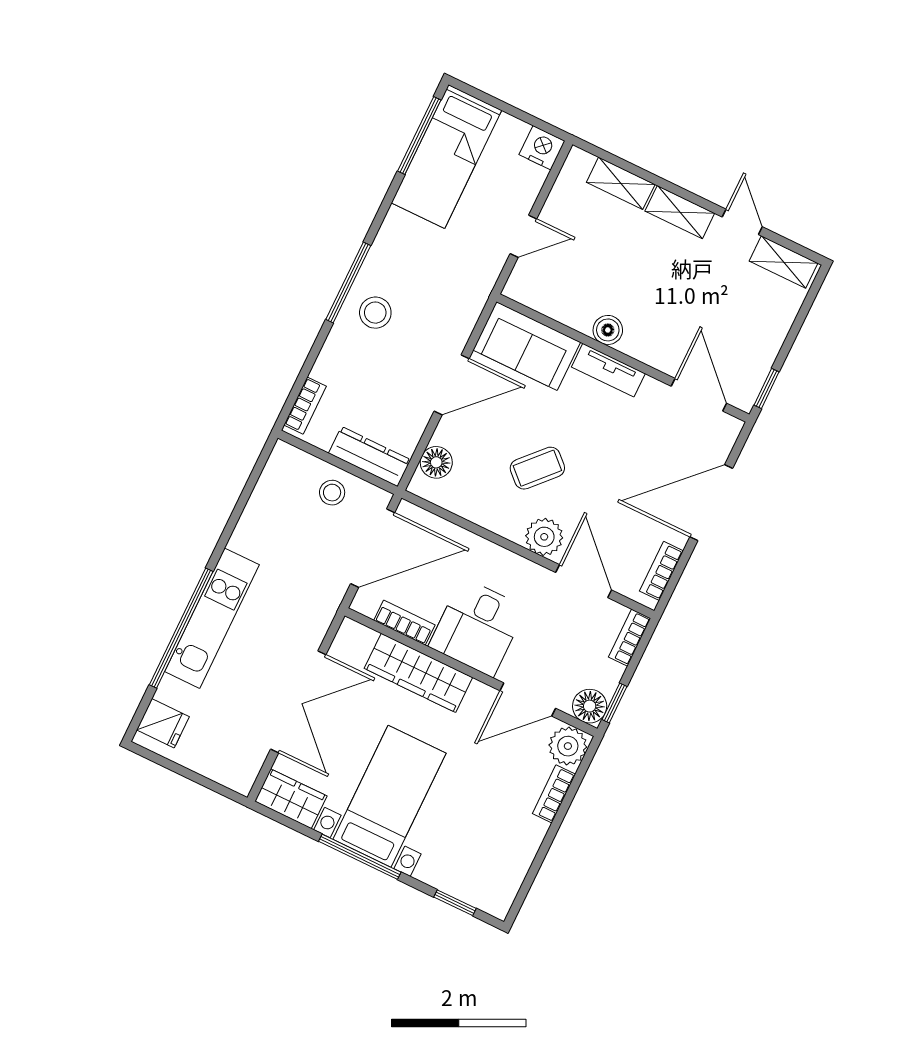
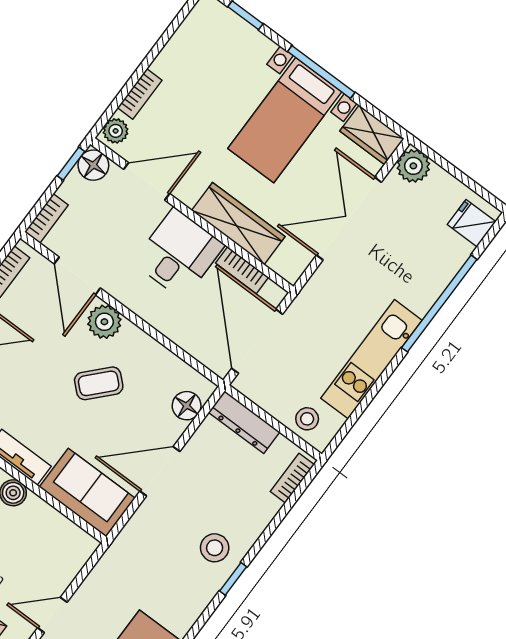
door: (523, 236) -> (52, 615), moved
window: (348, 282) -> (233, 579), width x0.46
stool: (332, 493) -> (307, 419), moved
door: (373, 548) -> (257, 341), hinge flipped
kitchen unit: (212, 618) -> (371, 359), moved
plant: (568, 746) -> (116, 131), width x0.73, depth x0.73
plant: (239, 773) -> (413, 166), added

